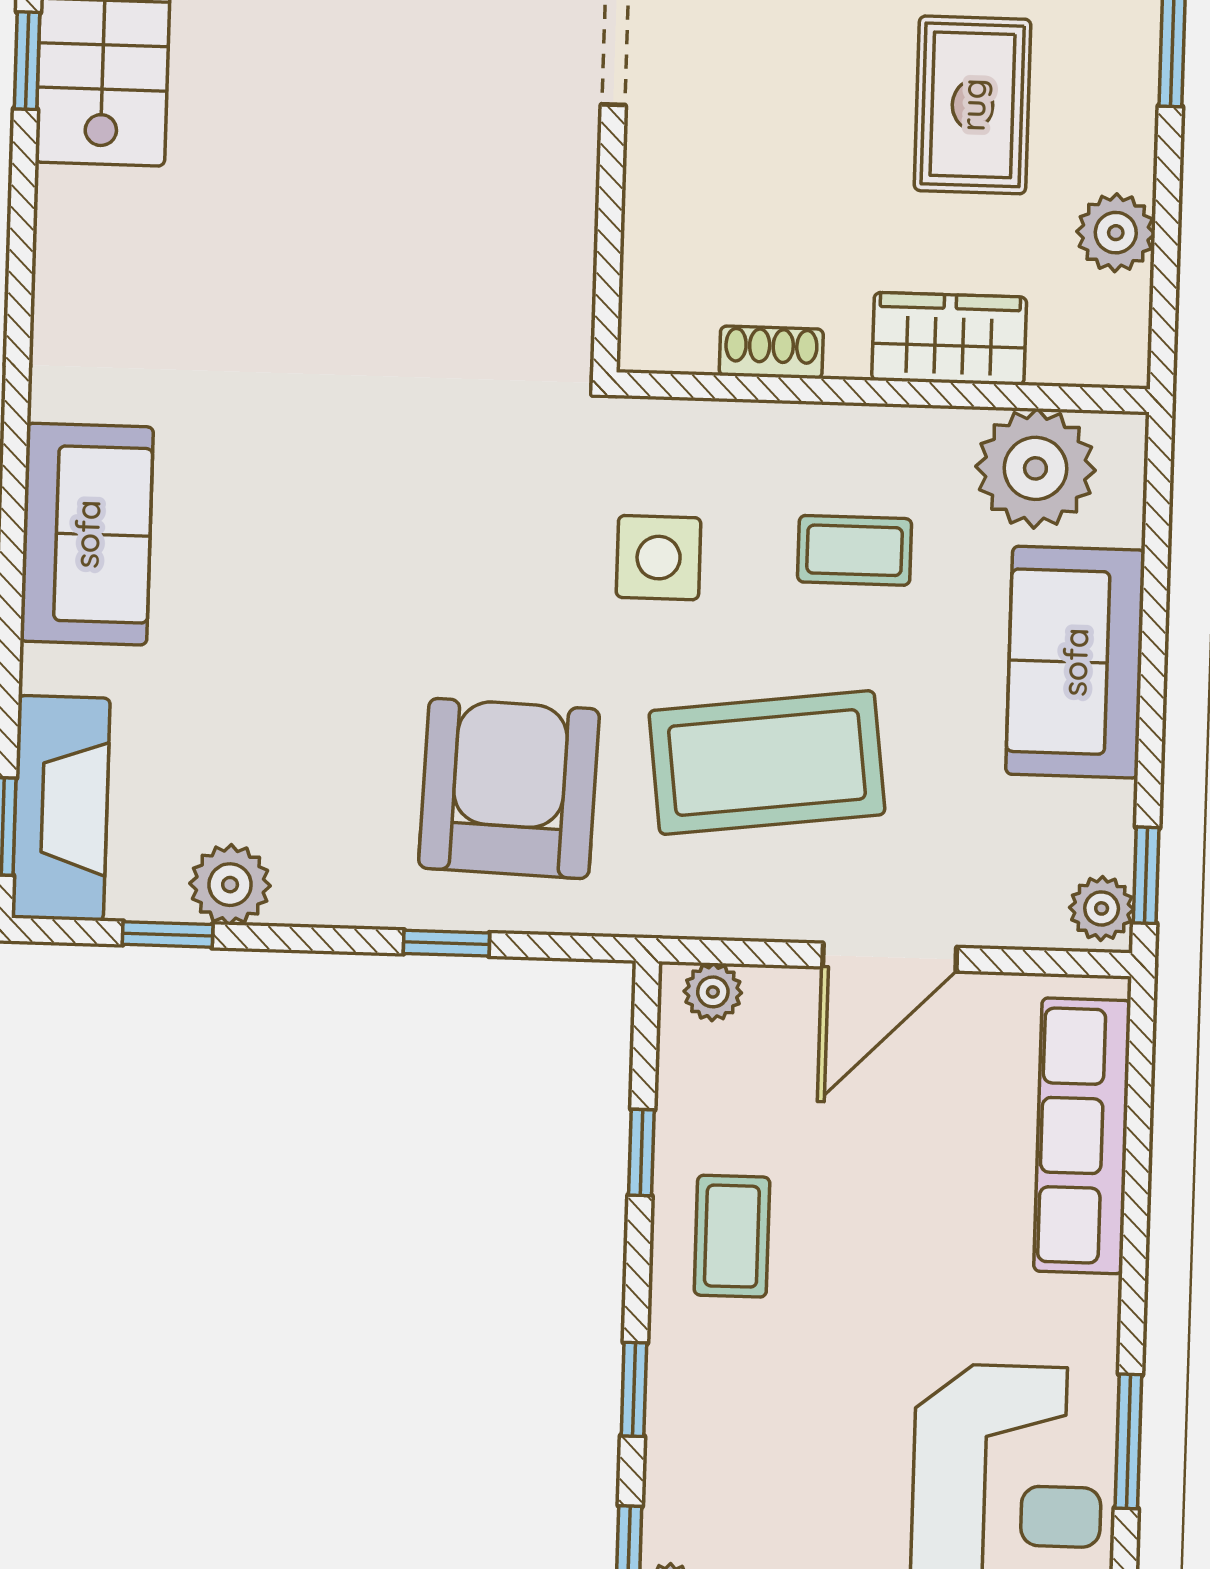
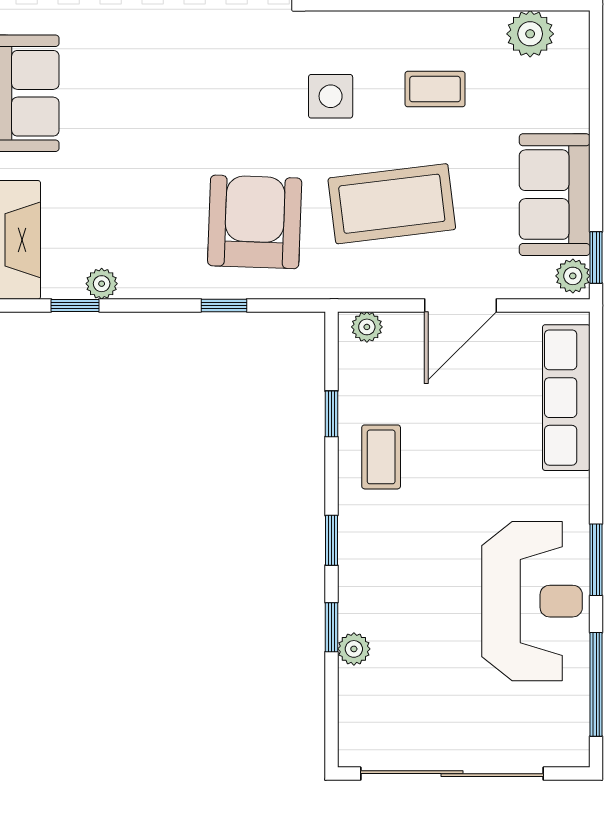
plant: (1035, 468) -> (530, 34), width x0.73, depth x0.73
sofa: (1075, 662) -> (555, 195), moved
plant: (230, 885) -> (102, 284), width x0.73, depth x0.73

